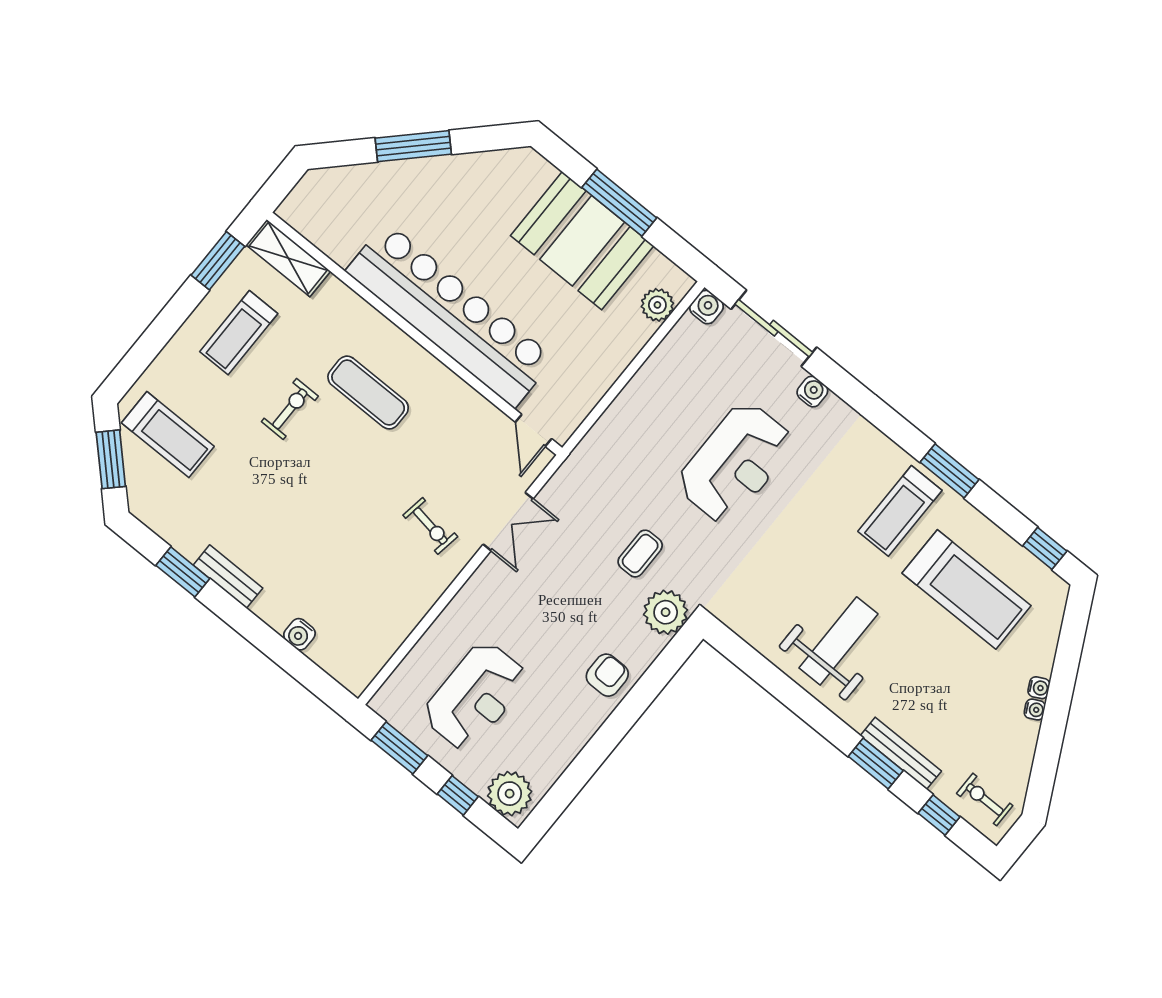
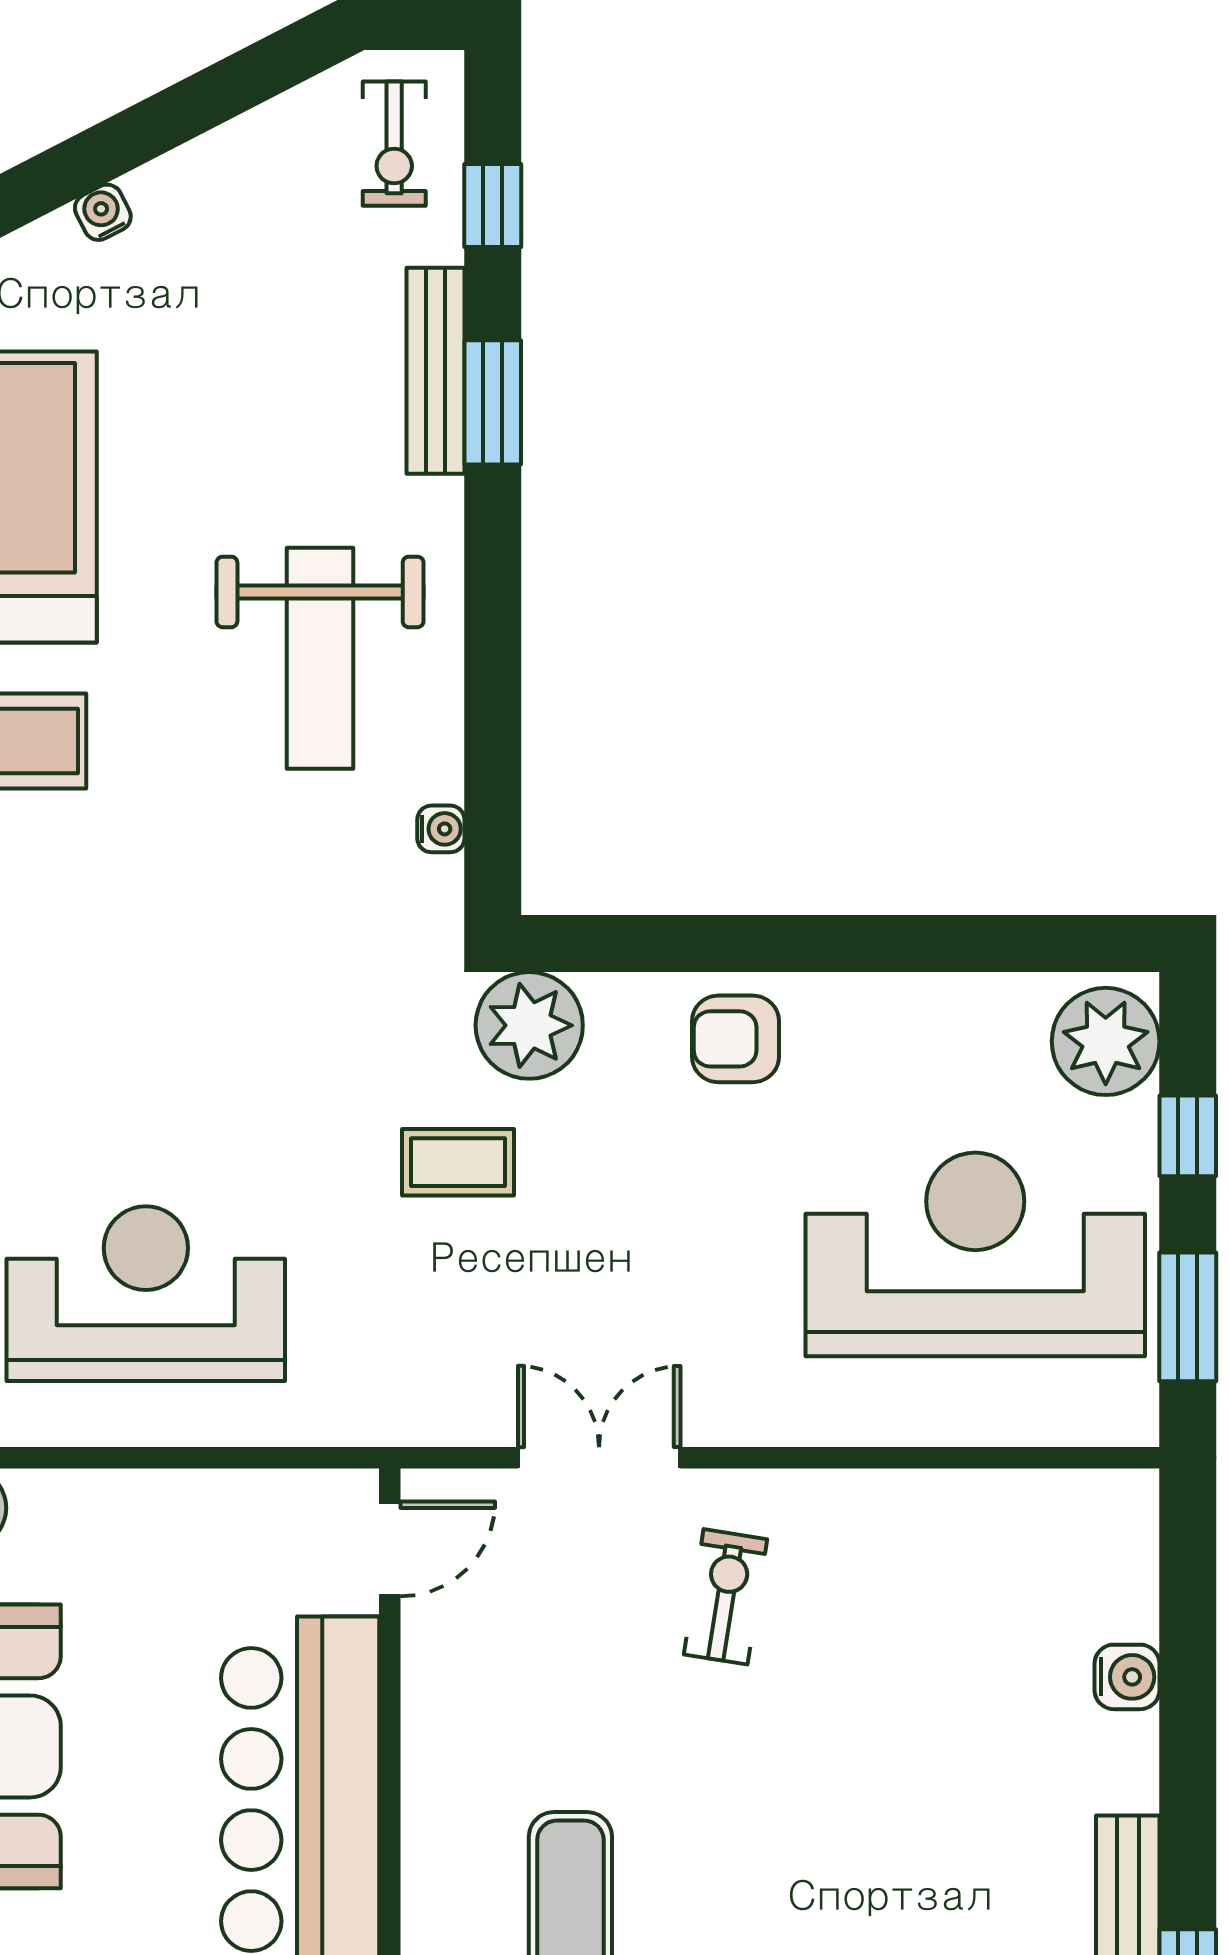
reception desk: (735, 463) -> (146, 1294), moved
weight bench: (838, 641) -> (320, 658), turned -90
reception desk: (475, 696) -> (975, 1254), width x1.36, depth x1.30
water cooler: (1035, 710) -> (441, 829), moved, turned 117

